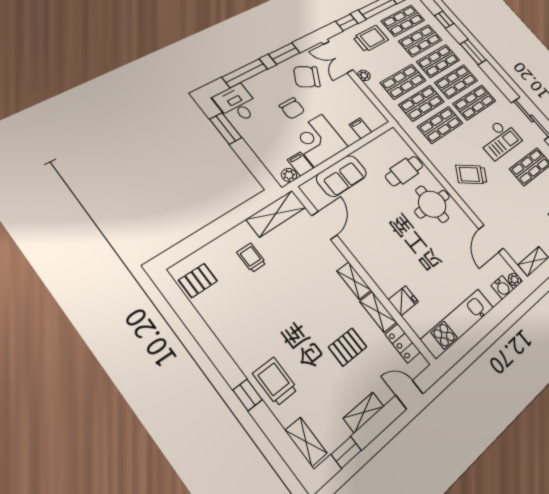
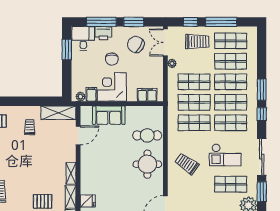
window: (444, 20) -> (262, 114), moved
printer: (258, 84) -> (103, 33), added
filing cabinet: (360, 128) -> (147, 95), width x2.00

